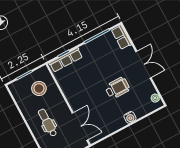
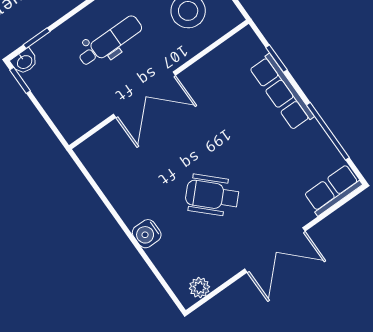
row of seats: (66, 60) -> (282, 92), moved
wheelchair: (117, 88) -> (212, 195), turned 134
double door: (80, 127) -> (144, 95), moved

